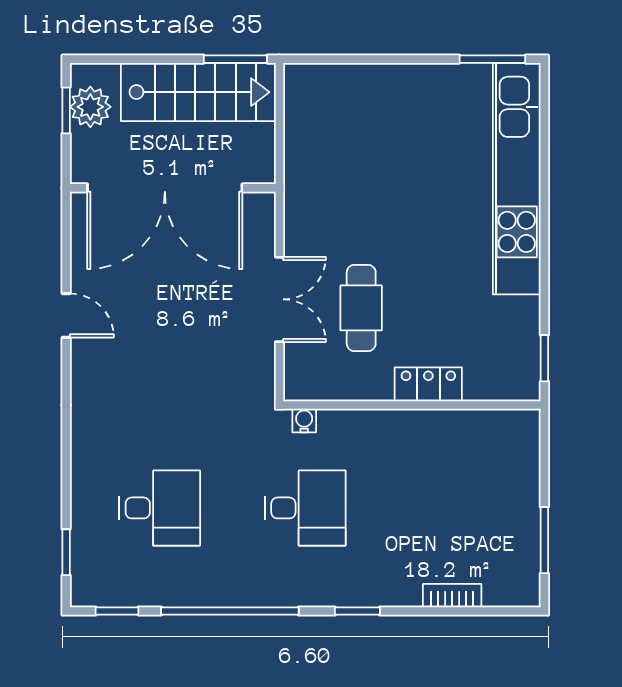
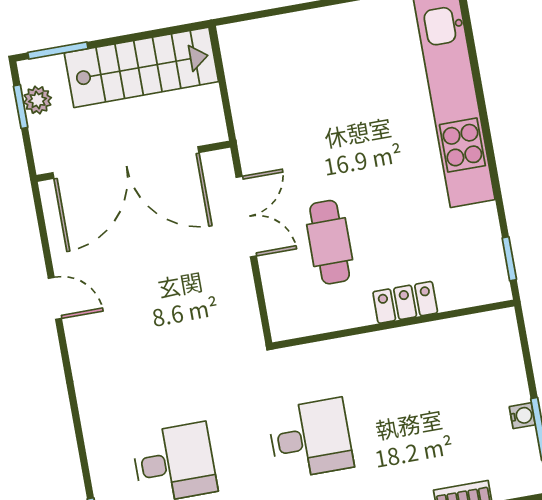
window: (235, 59) -> (58, 50), moved
plant: (90, 107) -> (37, 100), width x0.73, depth x0.73
double door: (279, 299) -> (246, 217), moved
water cooler: (304, 421) -> (522, 416), moved, turned 90

